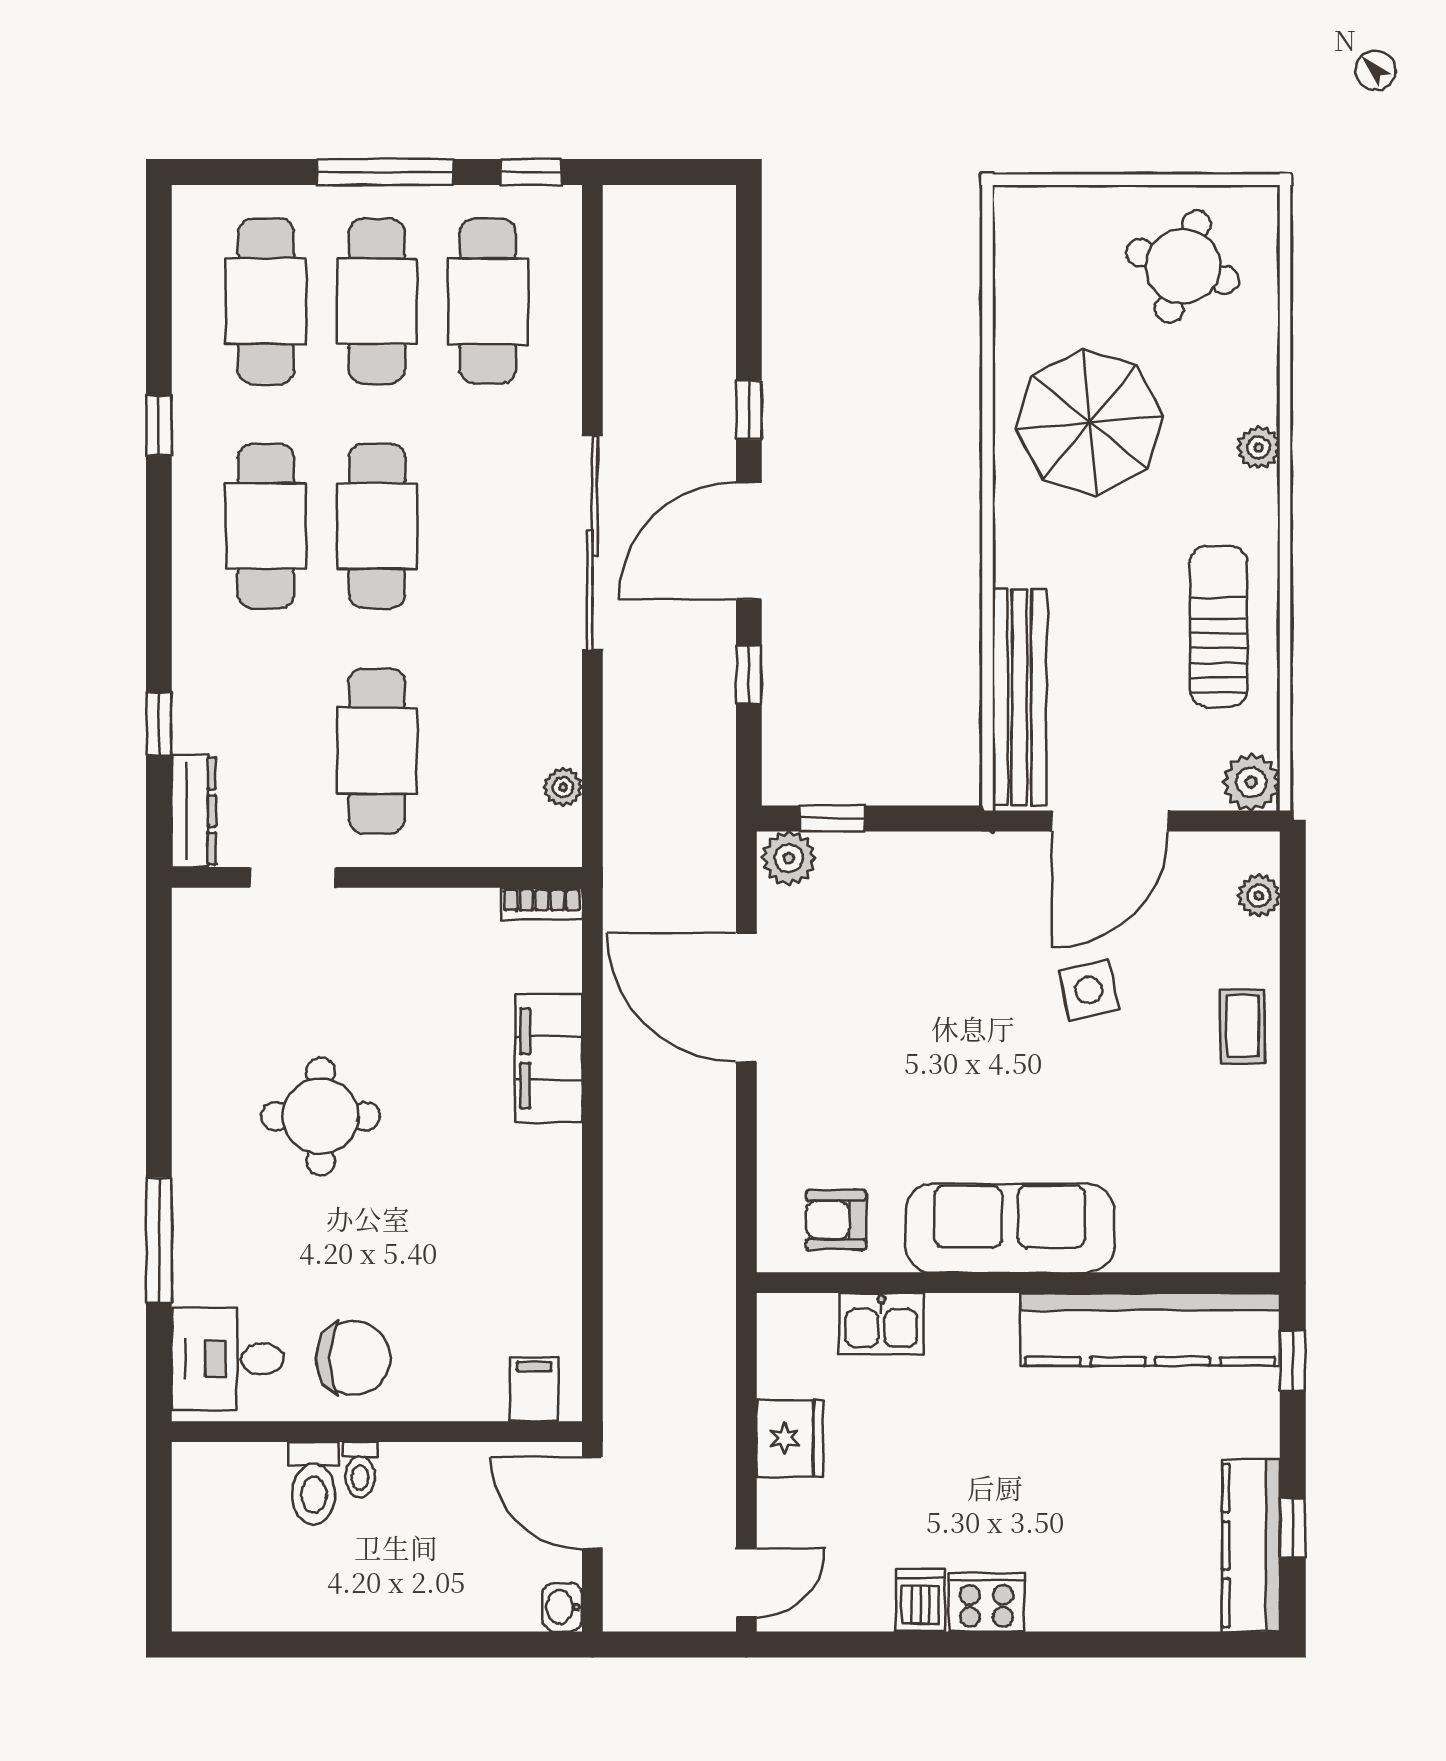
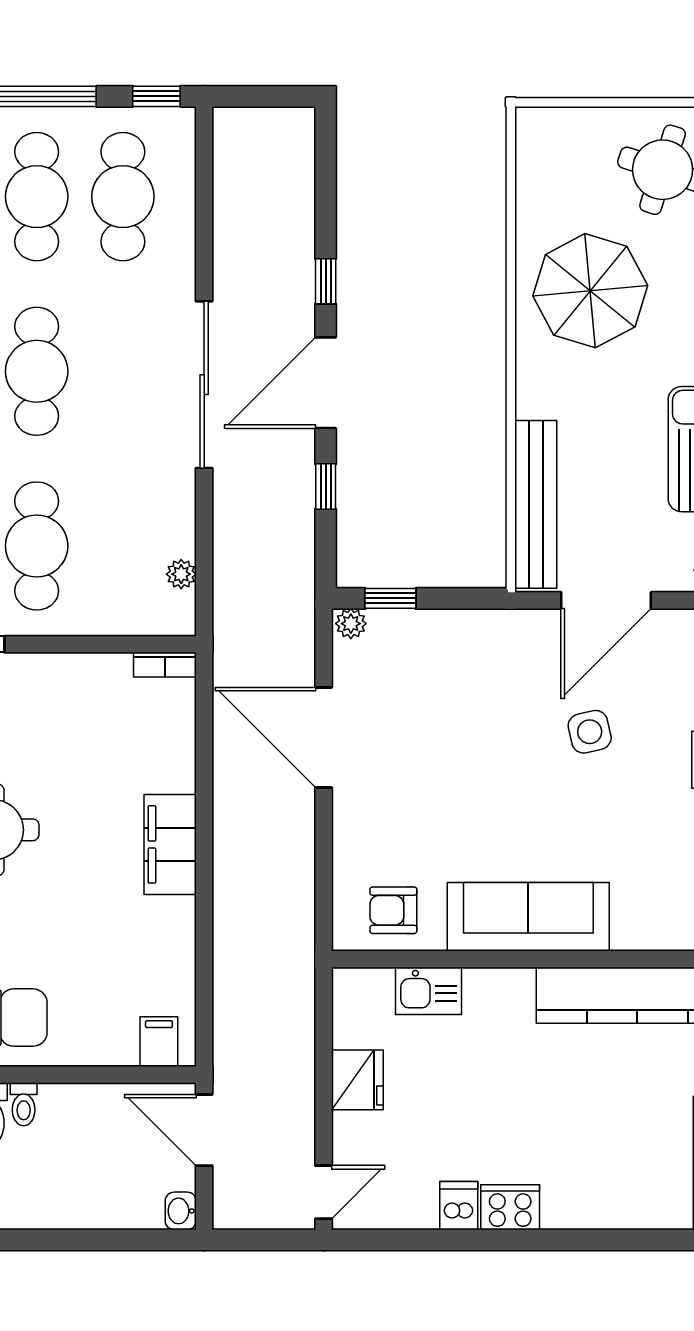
plant: (789, 858) -> (351, 624), width x0.73, depth x0.73
filing cabinet: (549, 1058) -> (170, 844), moved

